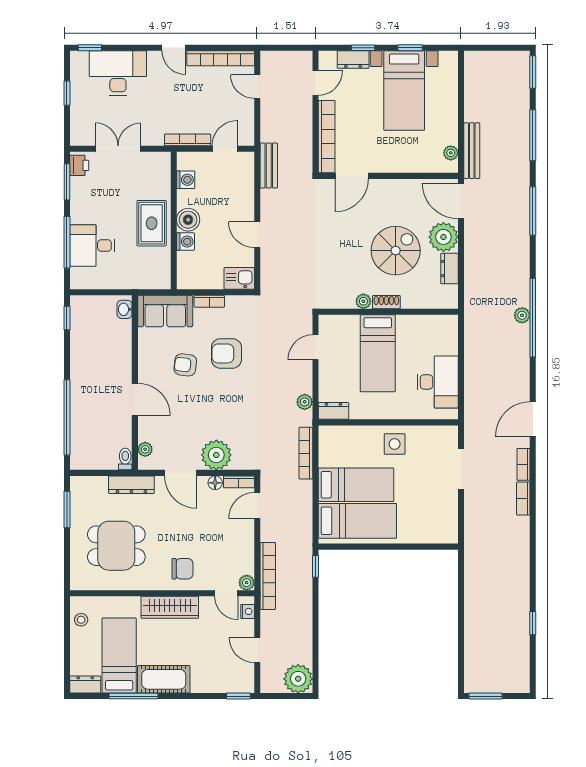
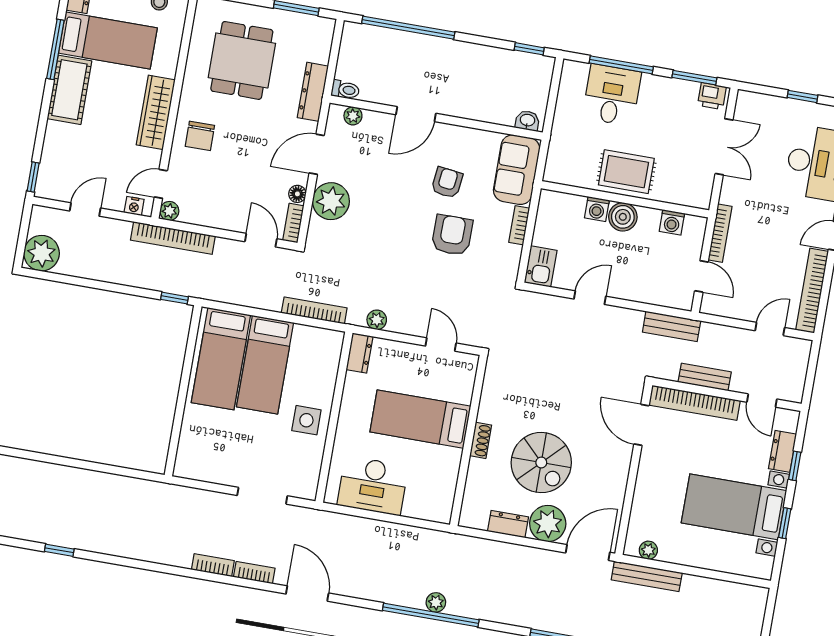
bench: (305, 132) -> (705, 377), added
plant: (363, 301) -> (487, 413), removed

